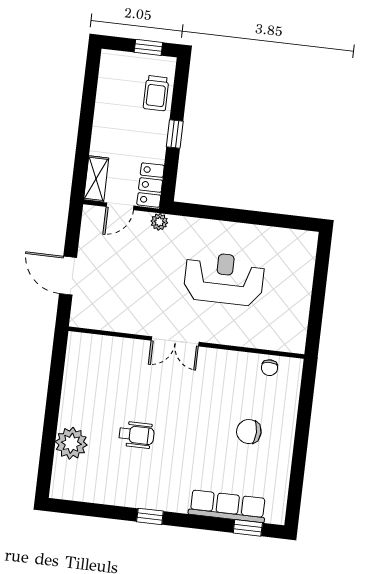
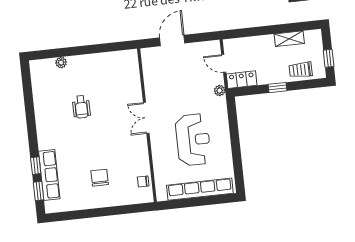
shelving: (96, 179) -> (289, 39), moved
row of seats: (301, 285) -> (200, 189), added
plant: (71, 443) -> (61, 63), width x0.53, depth x0.53
window: (150, 516) -> (36, 166), moved

